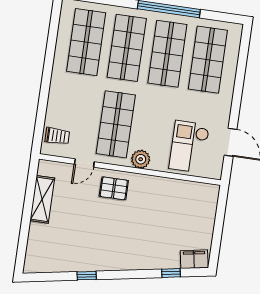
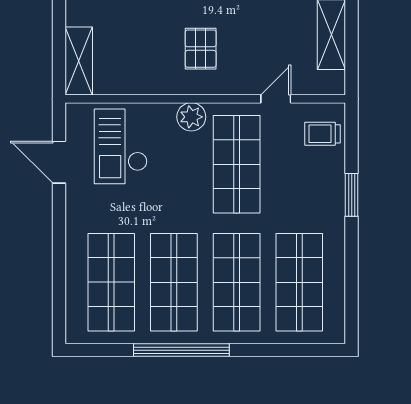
window: (44, 94) -> (352, 195), added
checkout: (189, 147) -> (121, 146), turned 180
pallet: (114, 188) -> (201, 49), moved, turned 90
shelving: (208, 206) -> (79, 61), added

